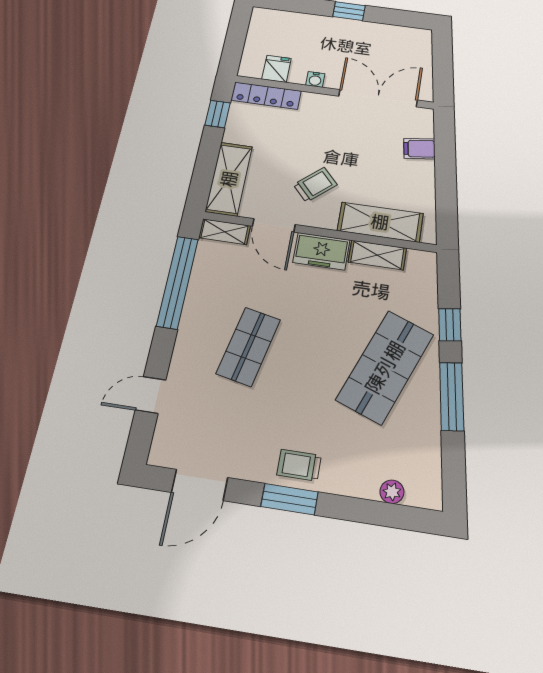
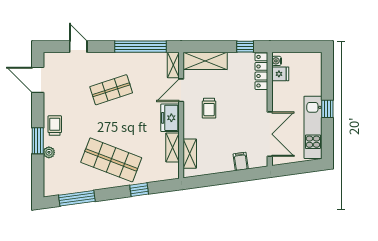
kitchen unit: (377, 35) -> (313, 127), added
water cooler: (315, 79) -> (277, 61), moved
trolley: (315, 185) -> (209, 108), turned 42
shelving: (380, 222) -> (190, 154), width x0.67, depth x0.75
shop shelf: (248, 346) -> (111, 90), turned -30
window: (452, 396) -> (77, 198), moved
plant: (392, 492) -> (49, 152), moved
window: (289, 499) -> (38, 141), moved

